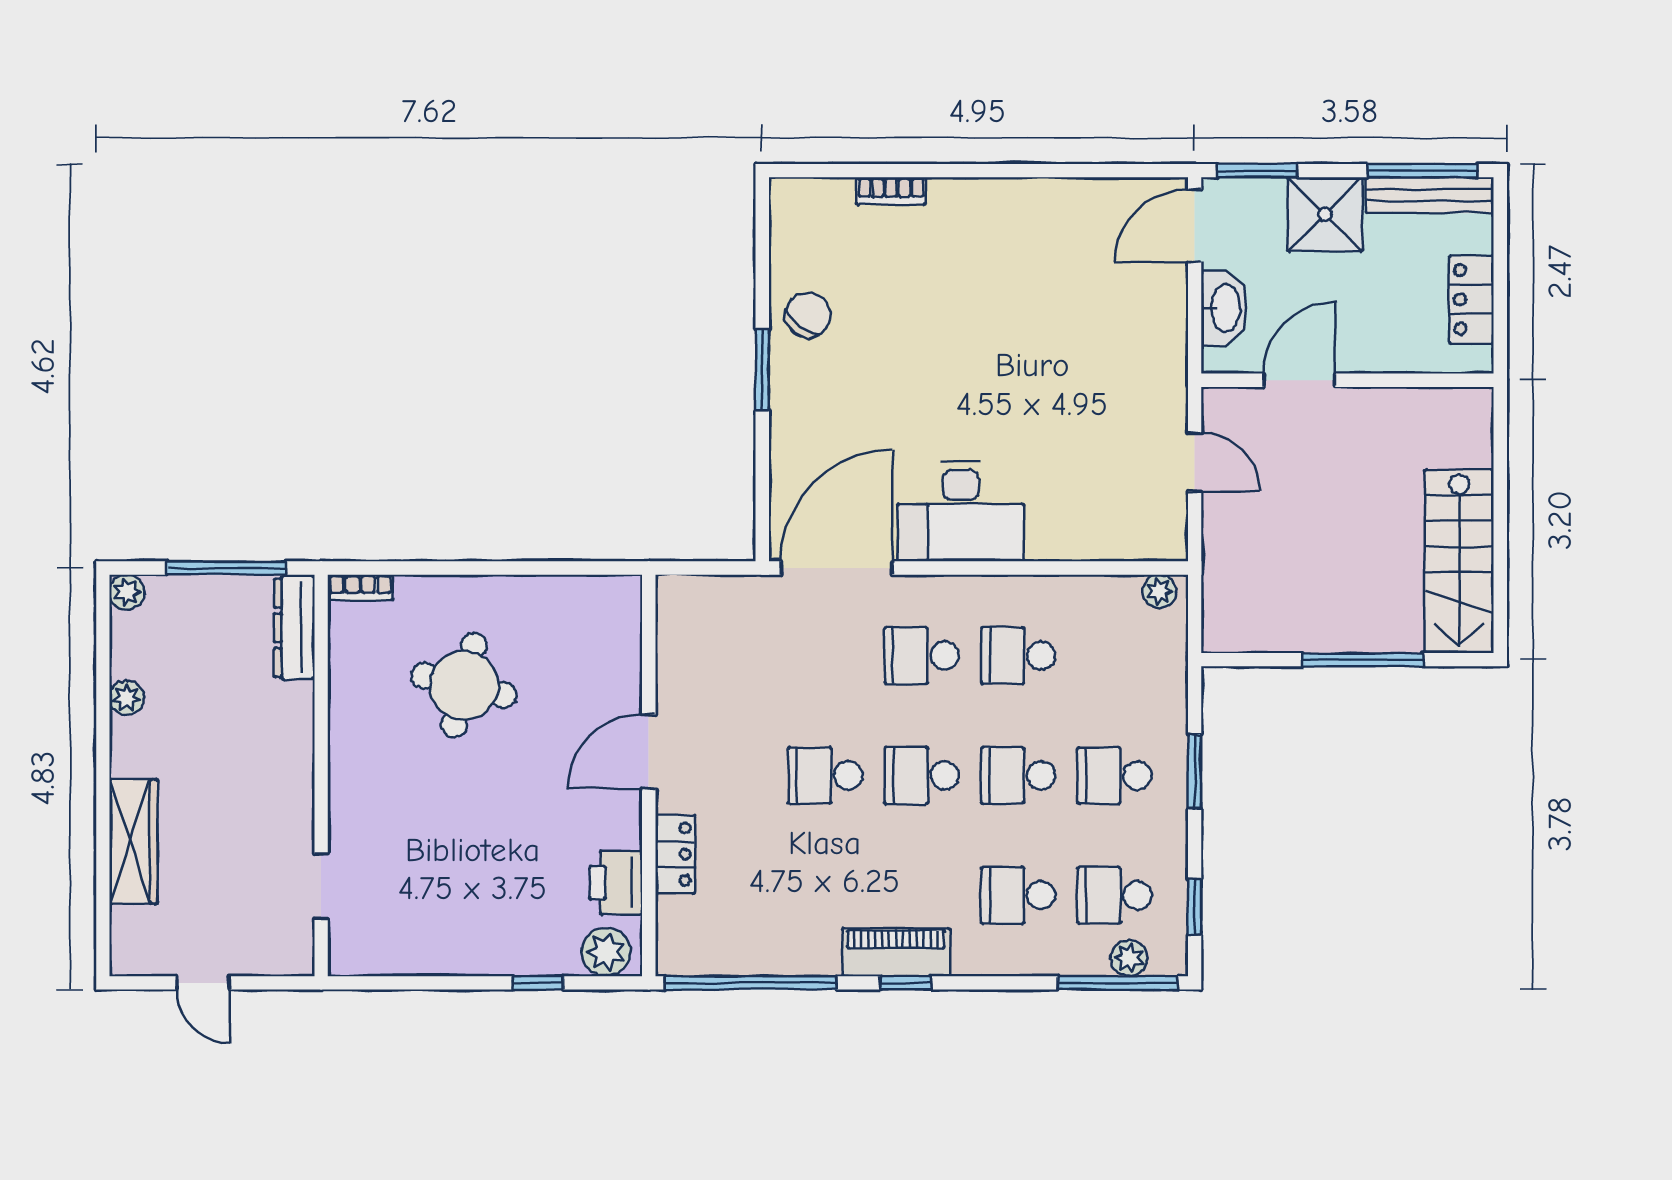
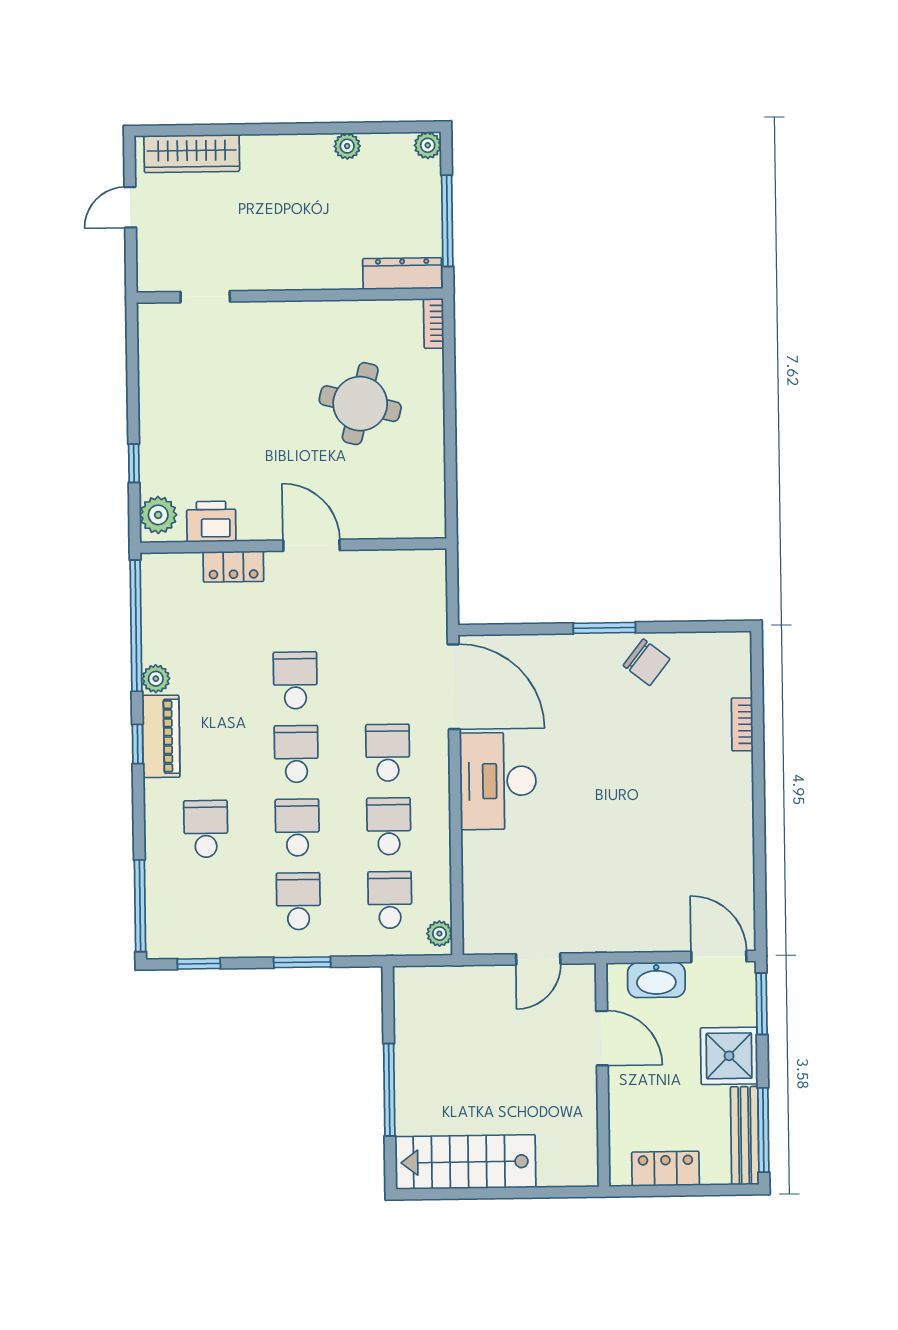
wardrobe: (134, 842) -> (192, 154), moved
school desk: (1114, 895) -> (390, 900), moved
plant: (1129, 958) -> (156, 679), moved

